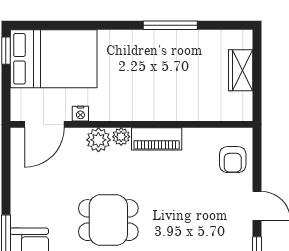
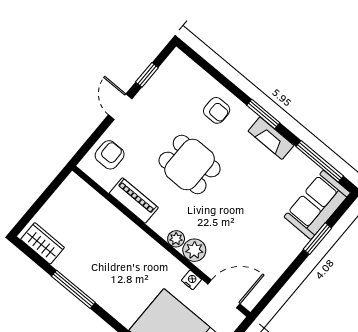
wardrobe: (241, 70) -> (42, 243), moved, turned -90
piano: (157, 139) -> (134, 200), moved
dining table: (108, 220) -> (190, 165), moved

